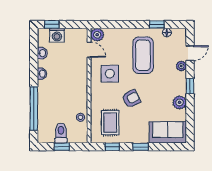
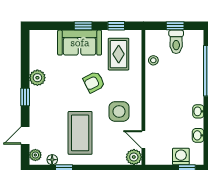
plant: (181, 66) -> (35, 155), moved
sofa: (168, 132) -> (80, 43), moved

